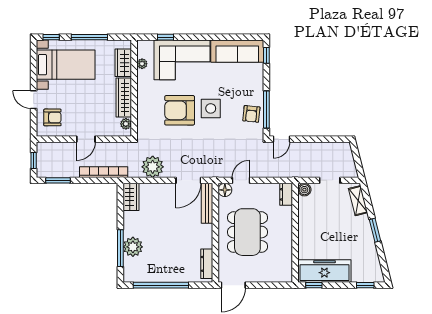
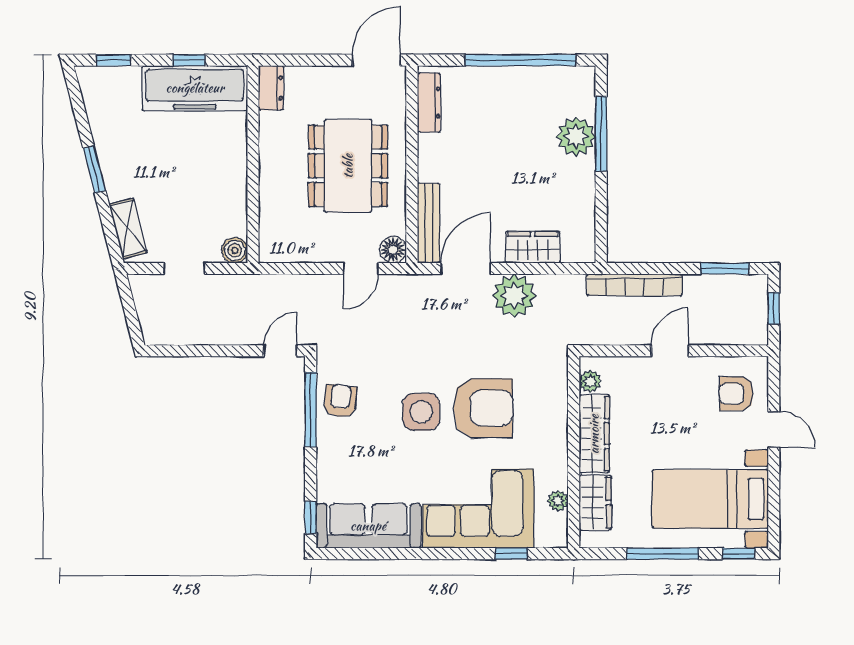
plant: (153, 167) -> (514, 296), moved
dresser: (286, 194) -> (271, 88), moved
wardrobe: (131, 197) -> (533, 247), moved, turned 90
window: (314, 285) -> (189, 60), moved

